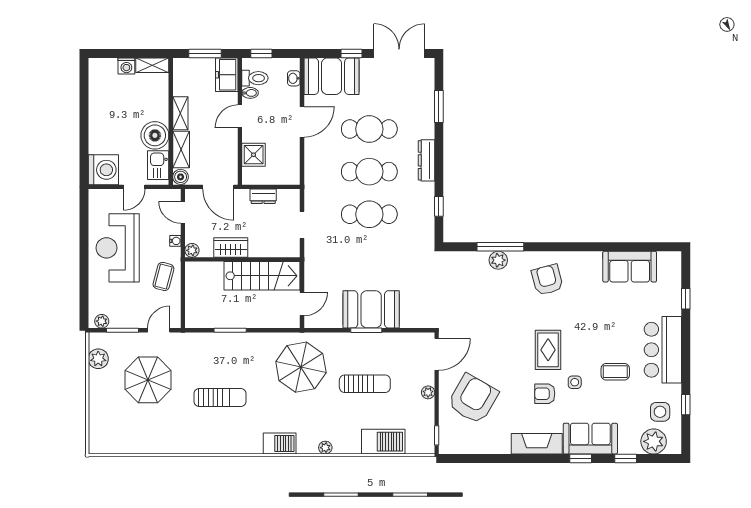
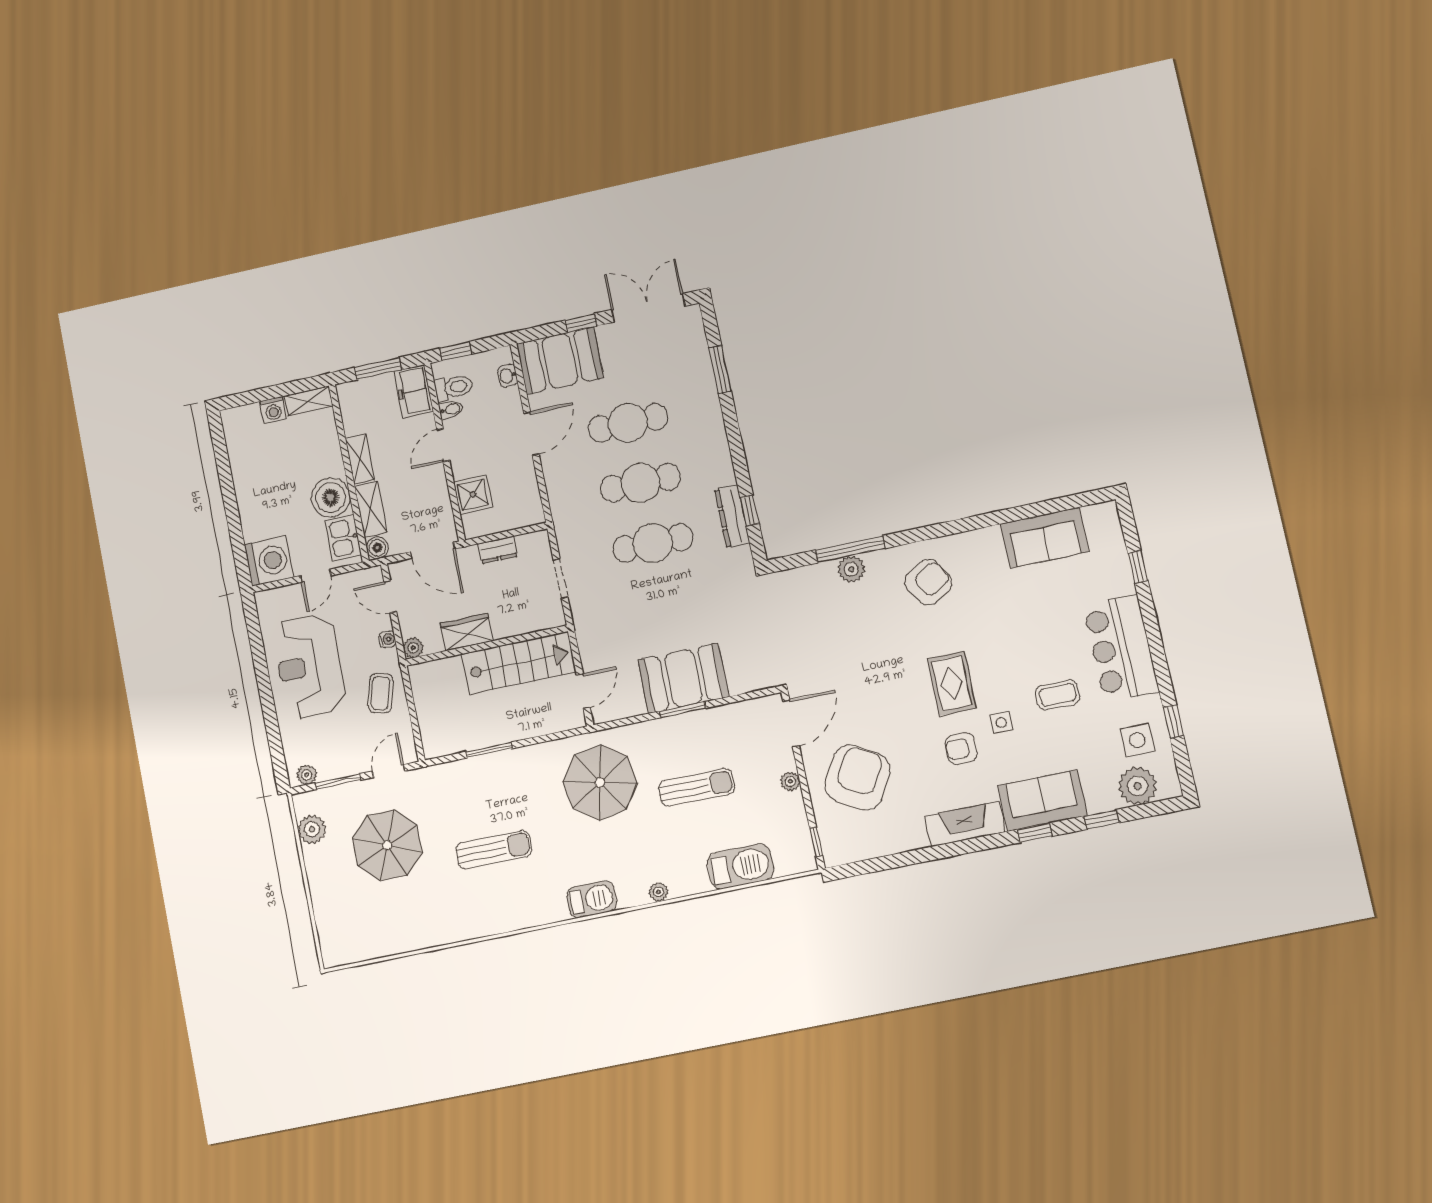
dresser: (426, 160) -> (732, 517), moved
armchair: (547, 280) -> (928, 582), turned 74

